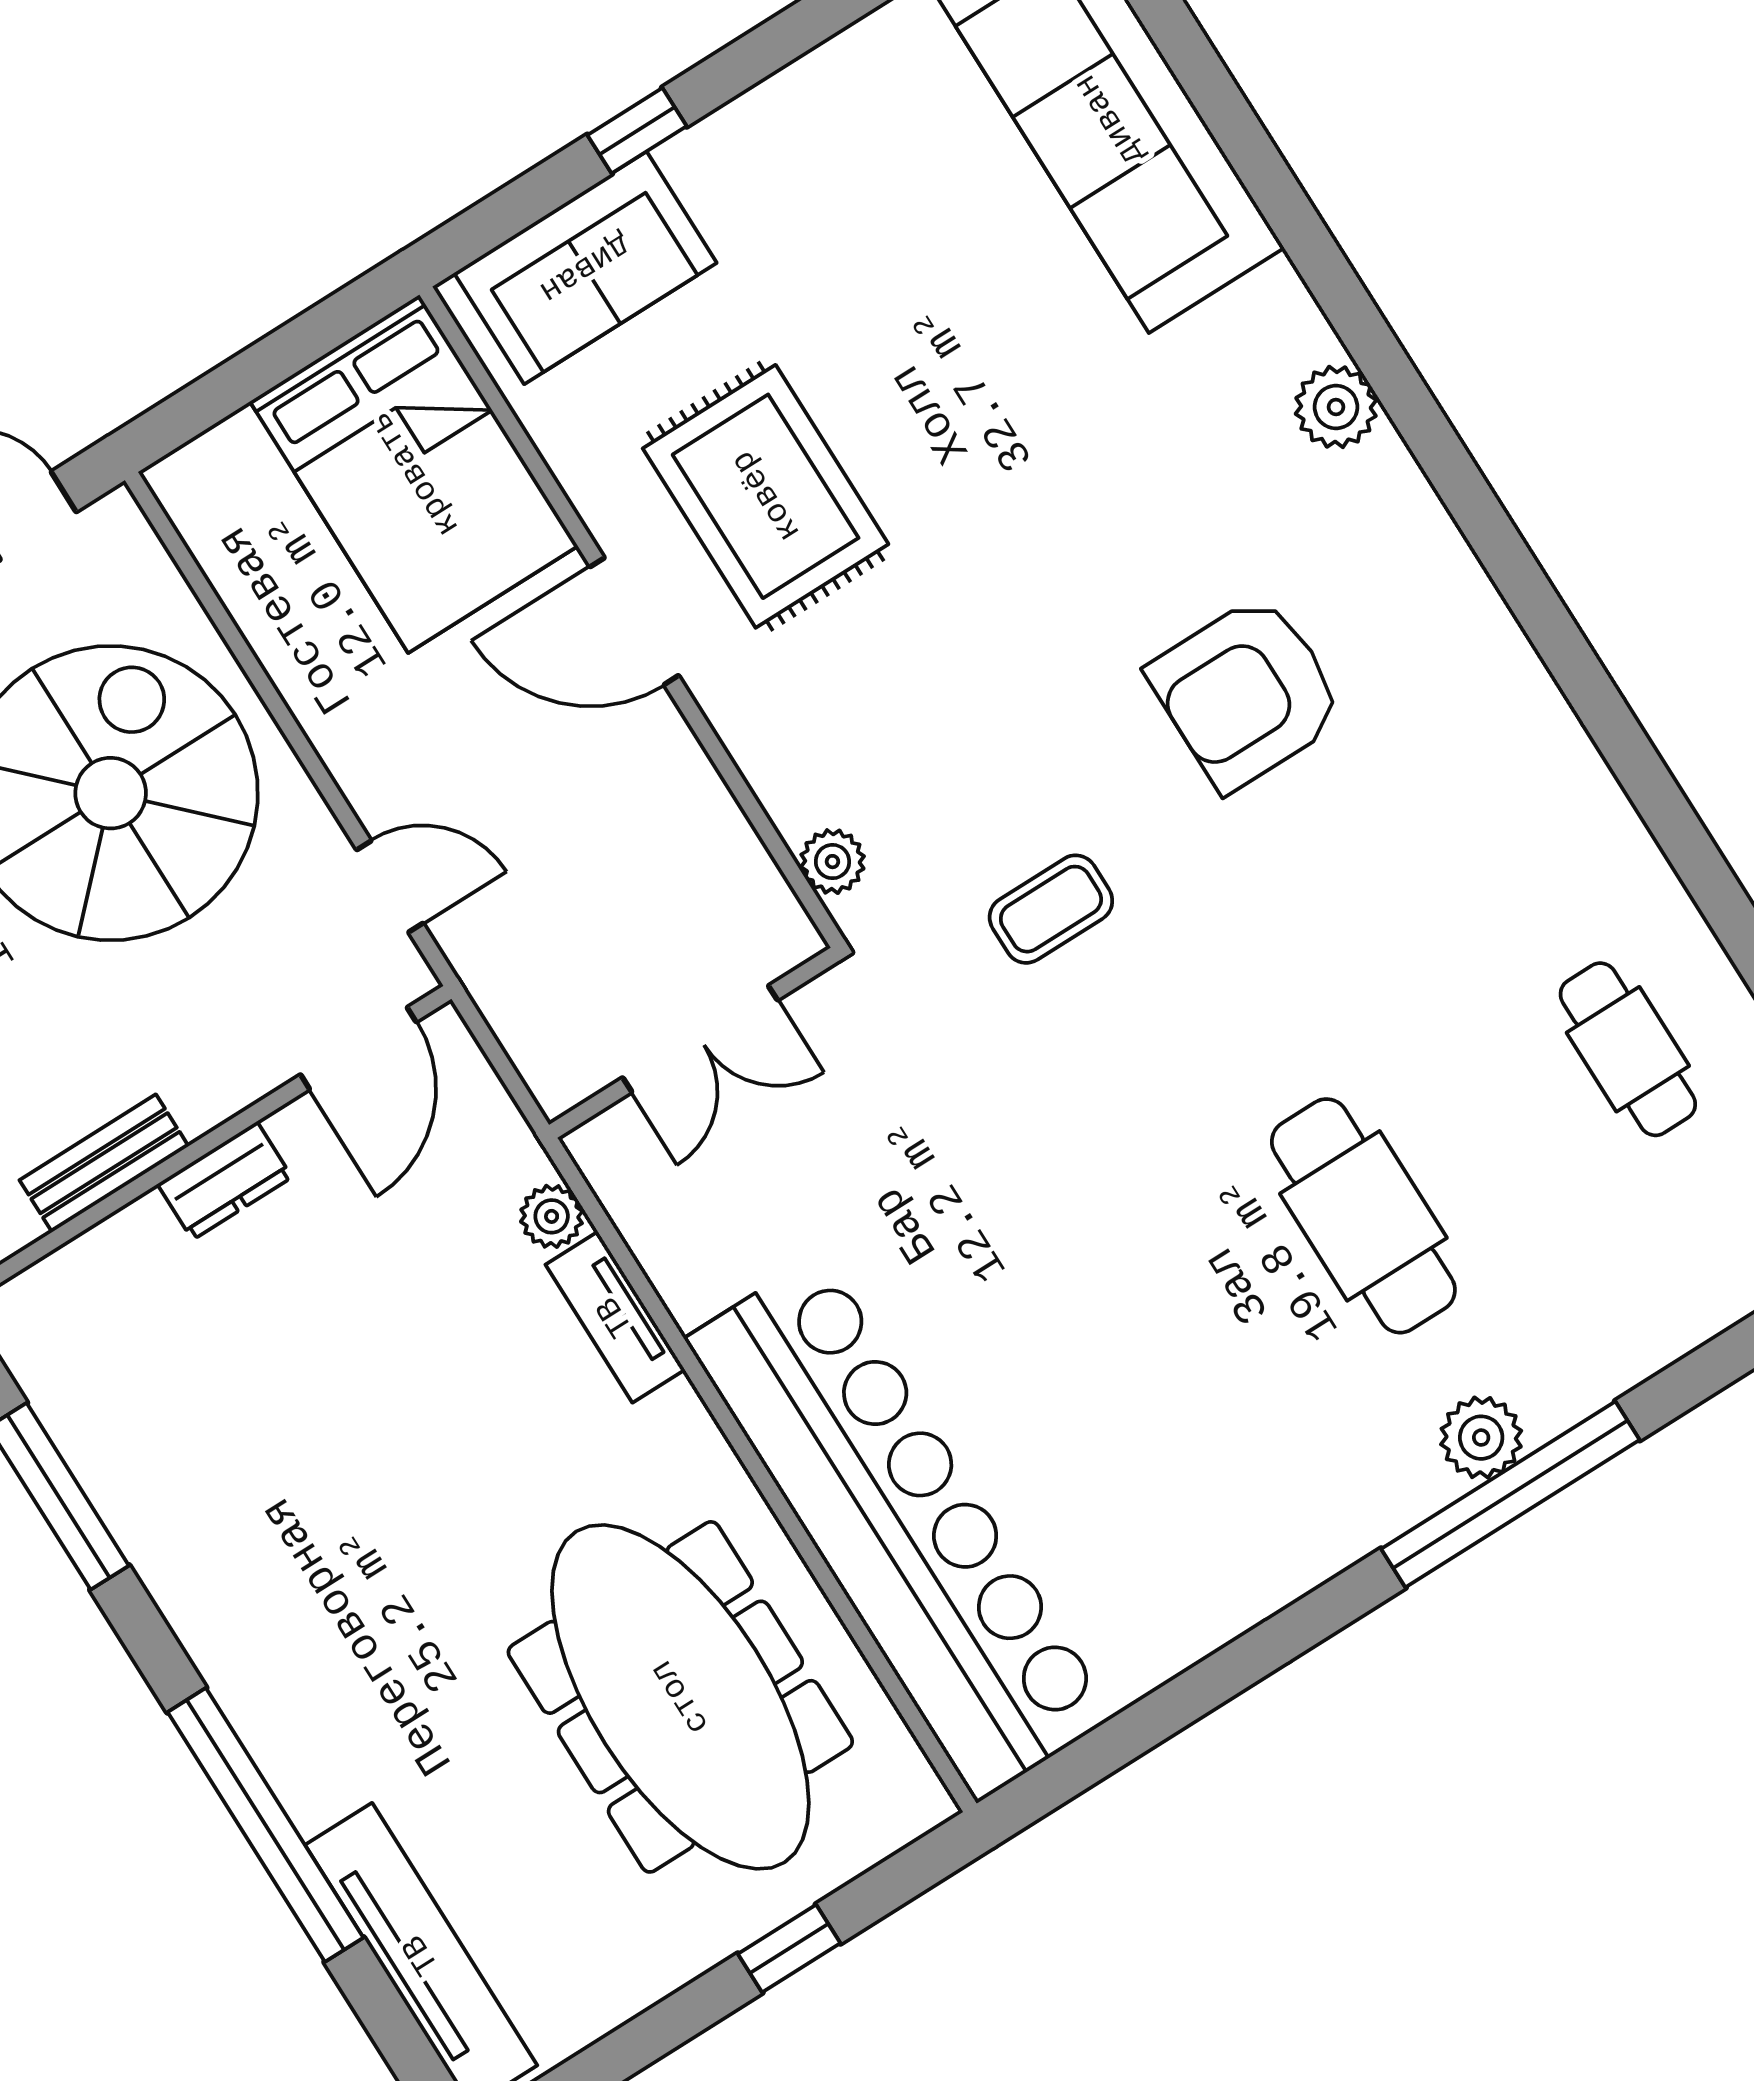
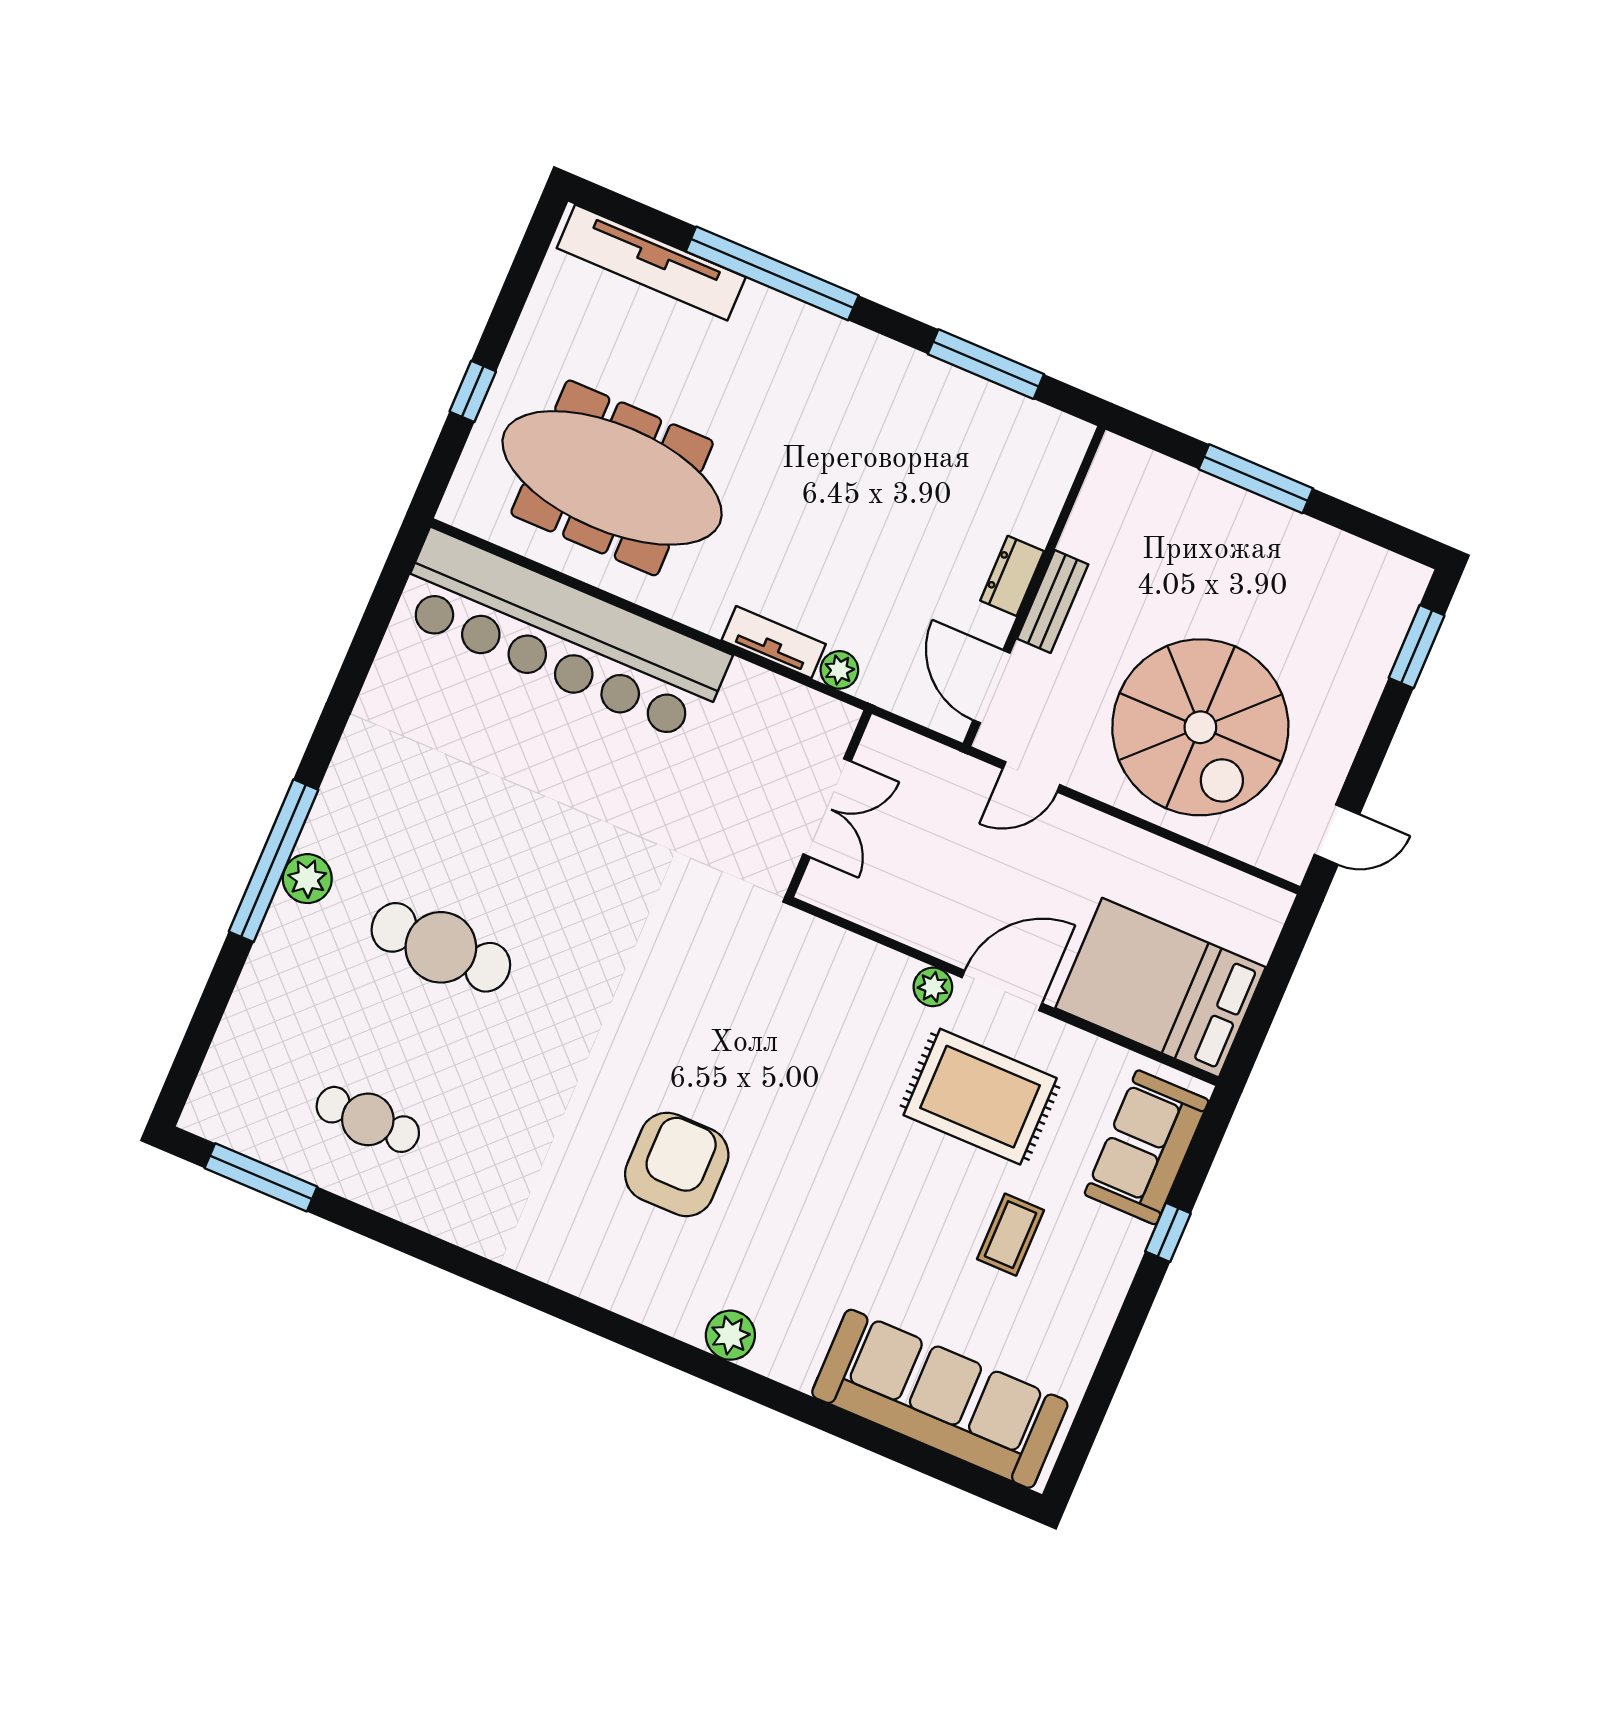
plant: (832, 862) -> (933, 987), moved
coffee table: (1051, 909) -> (1010, 1235), moved
double door: (700, 1039) -> (827, 808), swing flipped
bench: (104, 1163) -> (1053, 601), moved

